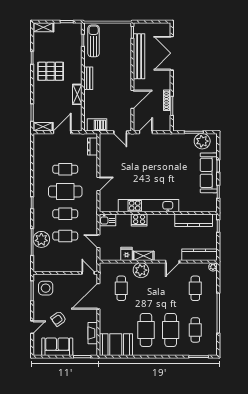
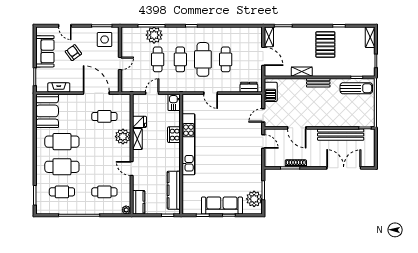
kitchen counter: (200, 255) -> (139, 202), width x0.67
door: (88, 273) -> (120, 63), moved

